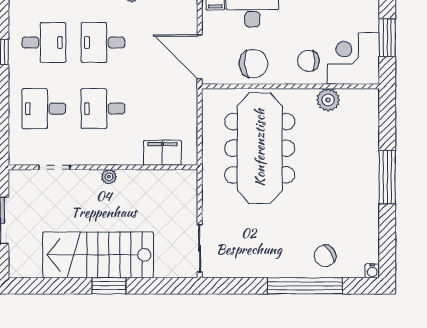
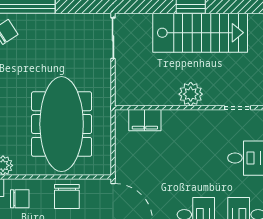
chair: (253, 64) -> (67, 197), turned -85
desk: (103, 109) -> (196, 158), removed
plant: (109, 177) -> (191, 94), width x1.87, depth x1.87

